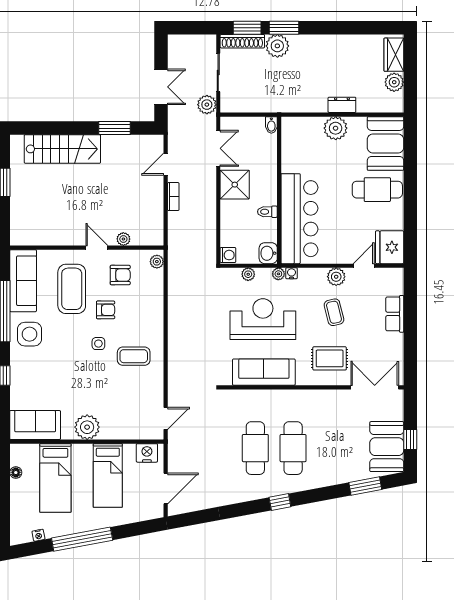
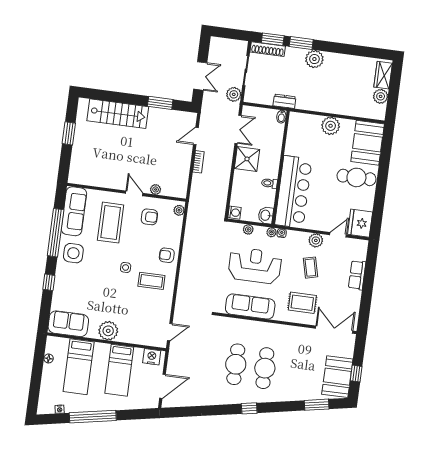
plant: (277, 46) -> (314, 59), moved
dresser: (342, 105) -> (284, 101), moved
armchair: (106, 310) -> (167, 255), moved, turned 180

